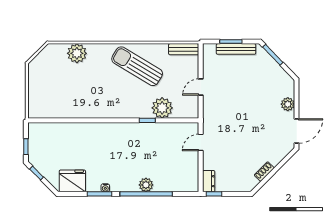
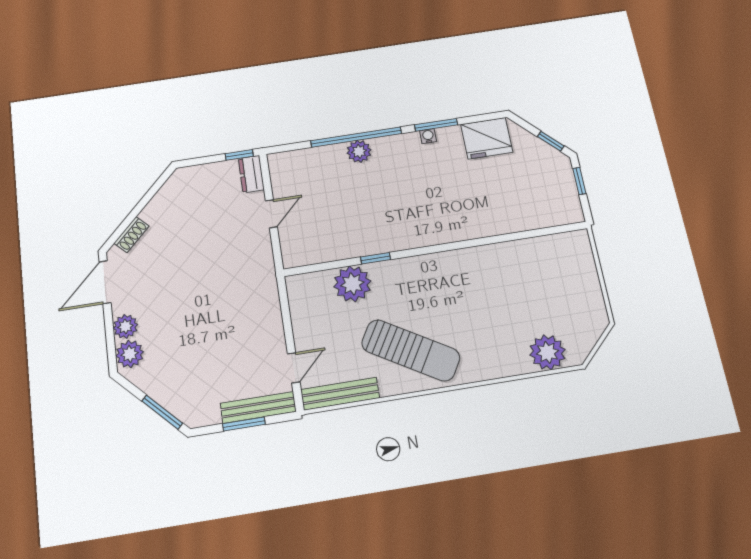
bench: (184, 49) -> (340, 394), width x1.36
bench: (236, 49) -> (258, 407), moved
plant: (77, 53) -> (548, 352), moved
door: (201, 87) -> (294, 368), moved
plant: (287, 89) -> (130, 354), added
door: (201, 142) -> (271, 214), moved
shoe rack: (264, 172) -> (131, 235), moved

